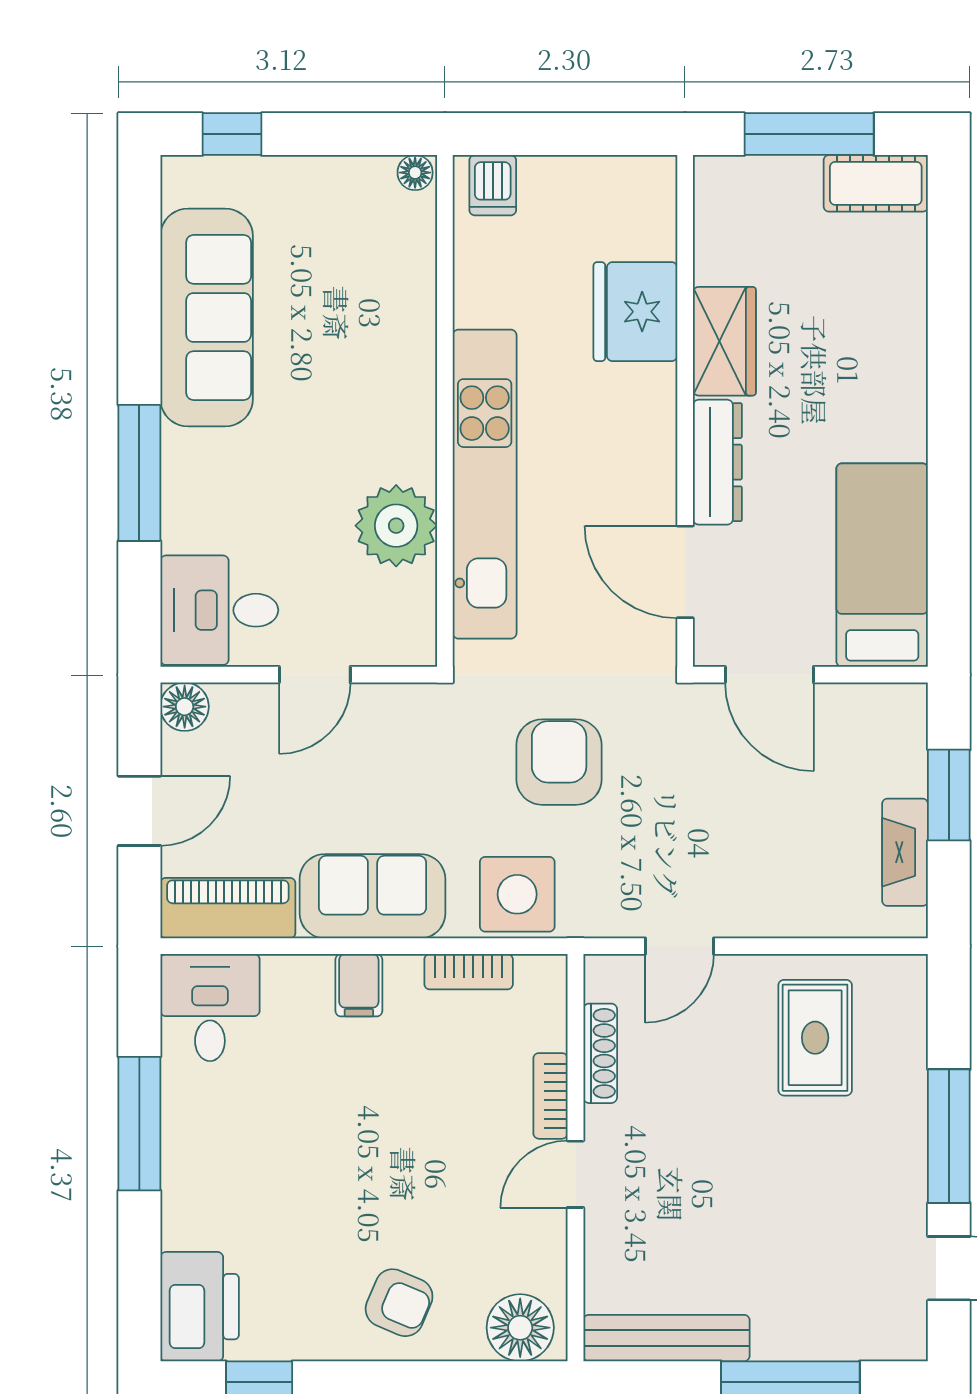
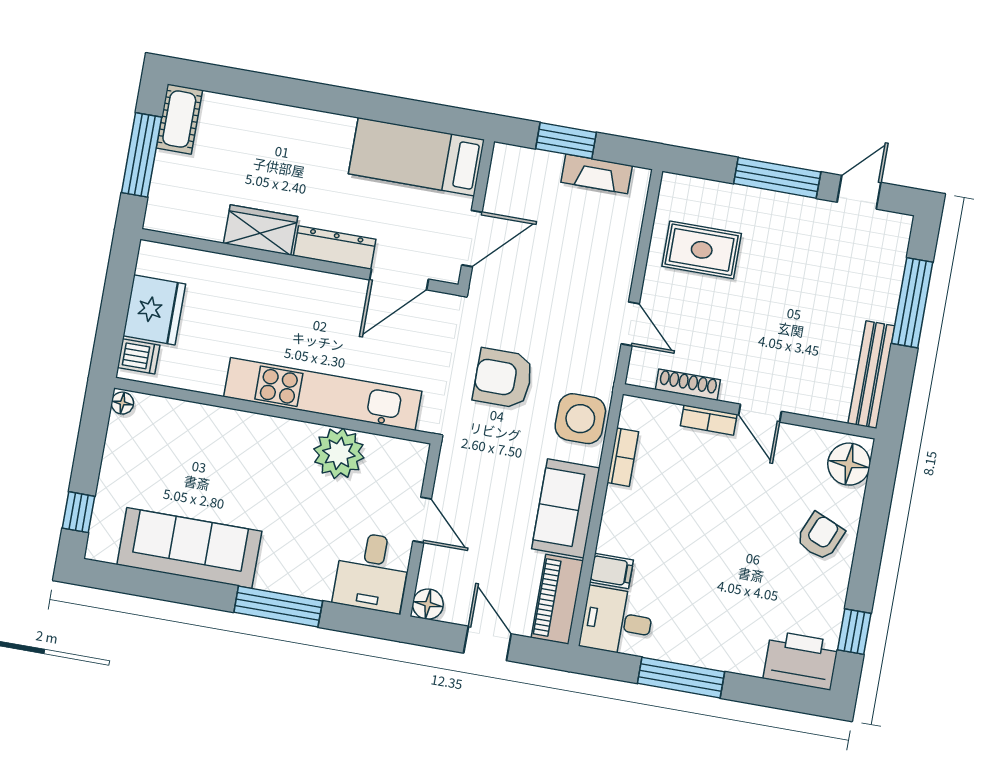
fridge: (635, 312) -> (154, 310), moved, turned -90
filing cabinet: (359, 985) -> (612, 571), moved

